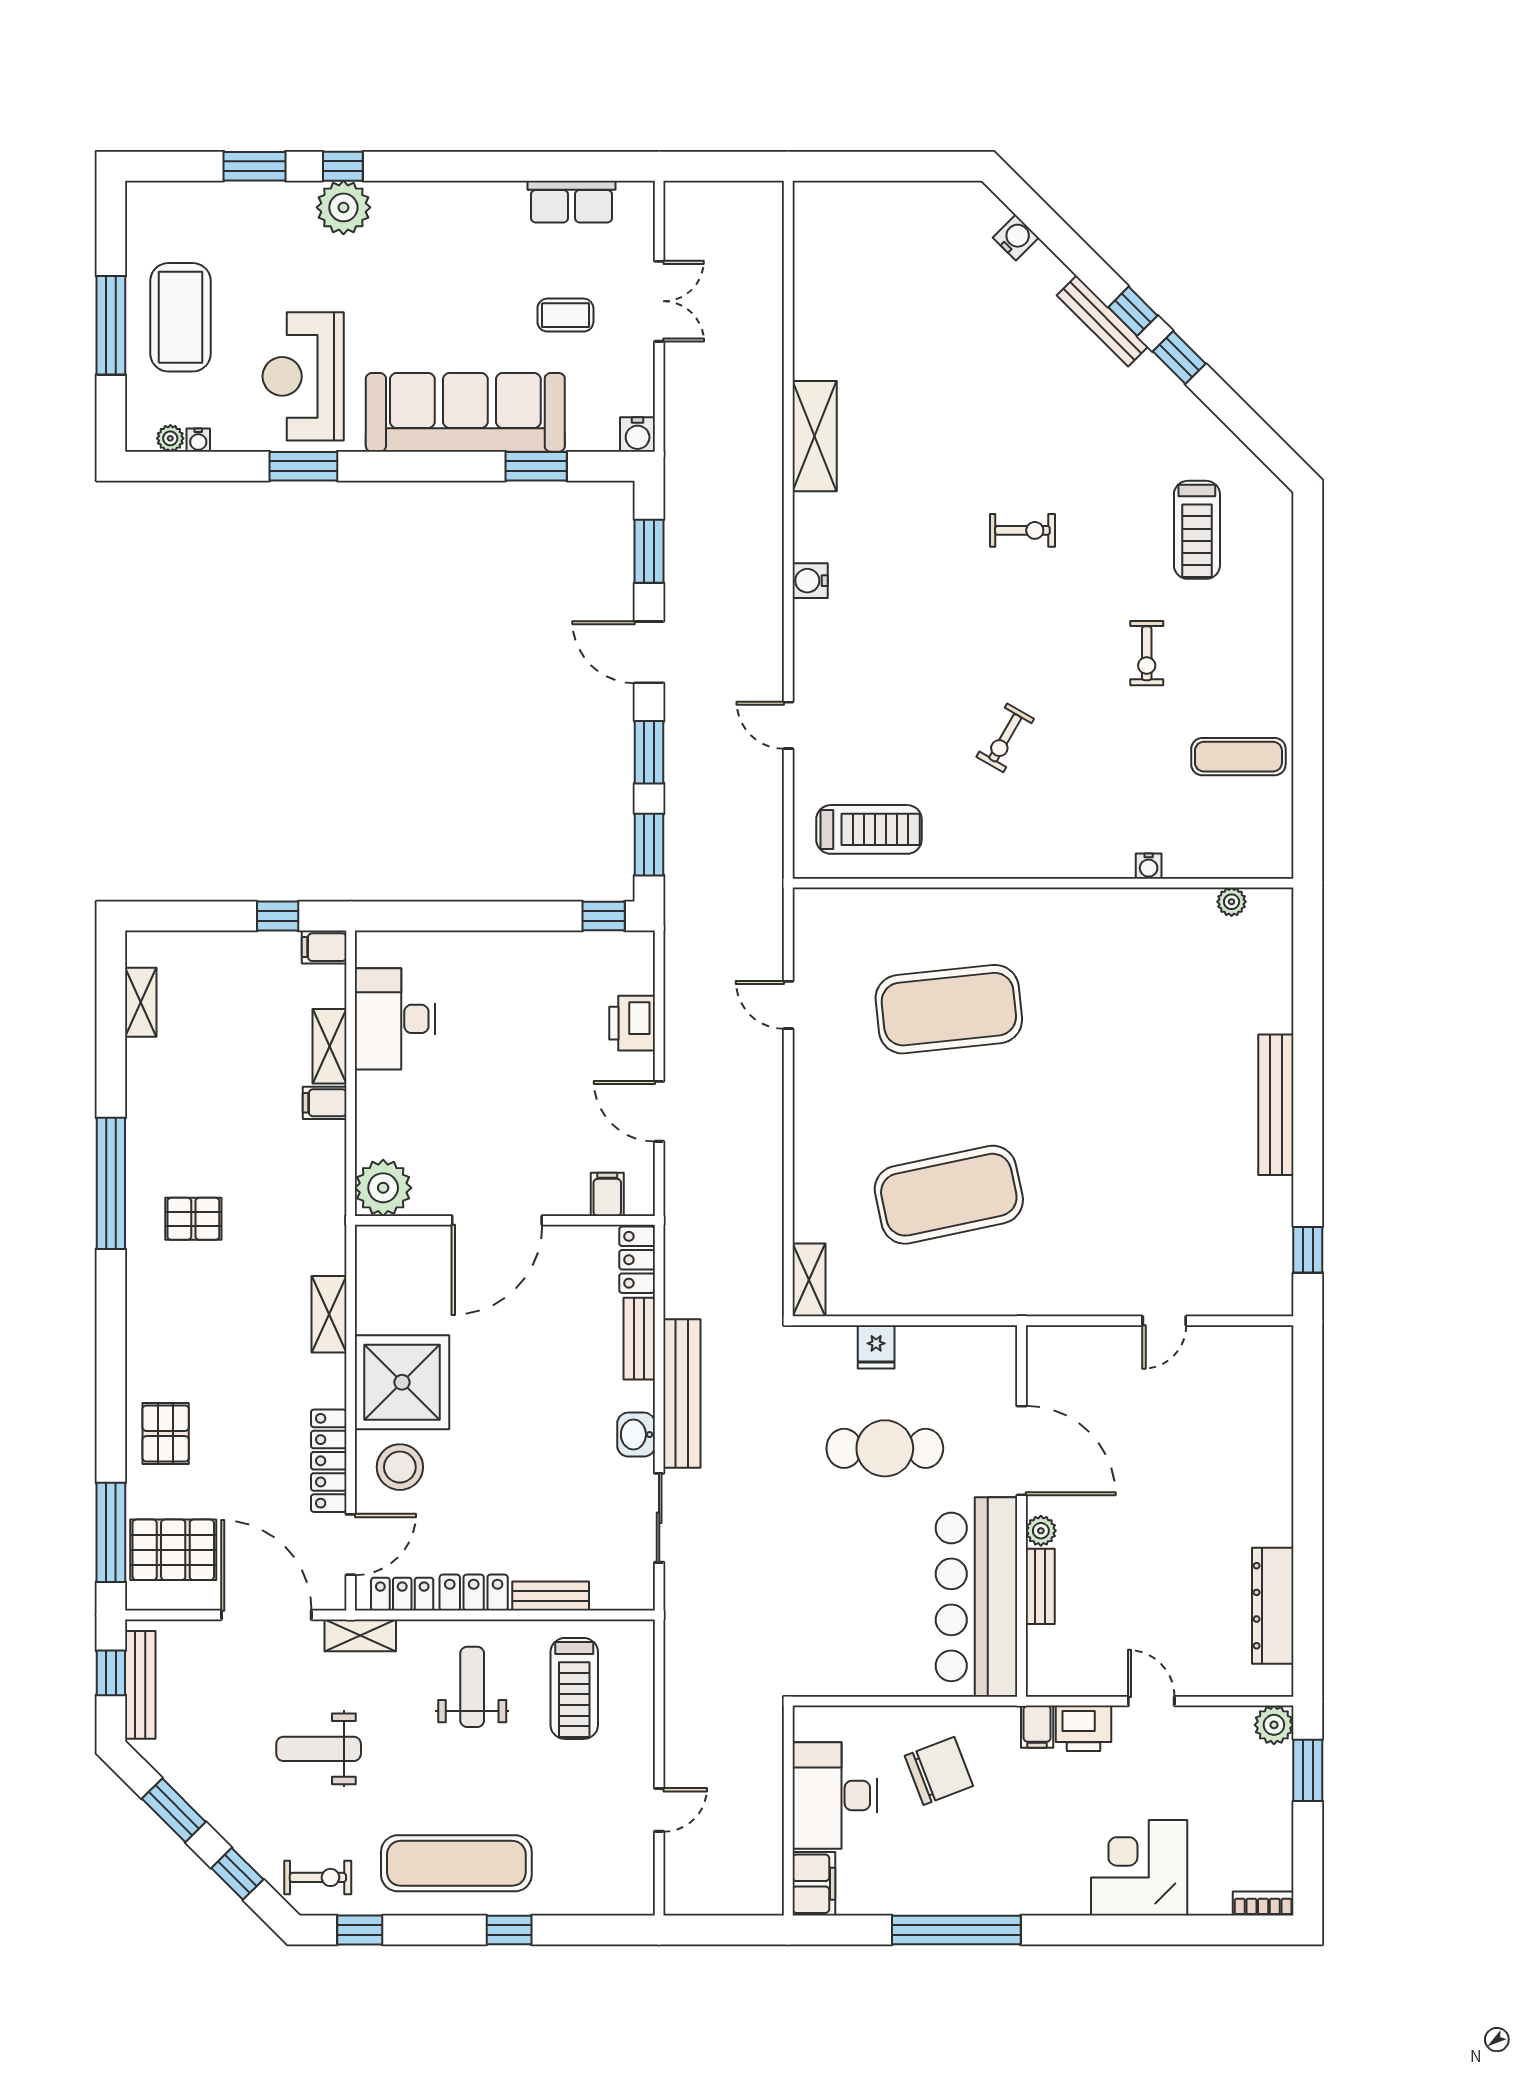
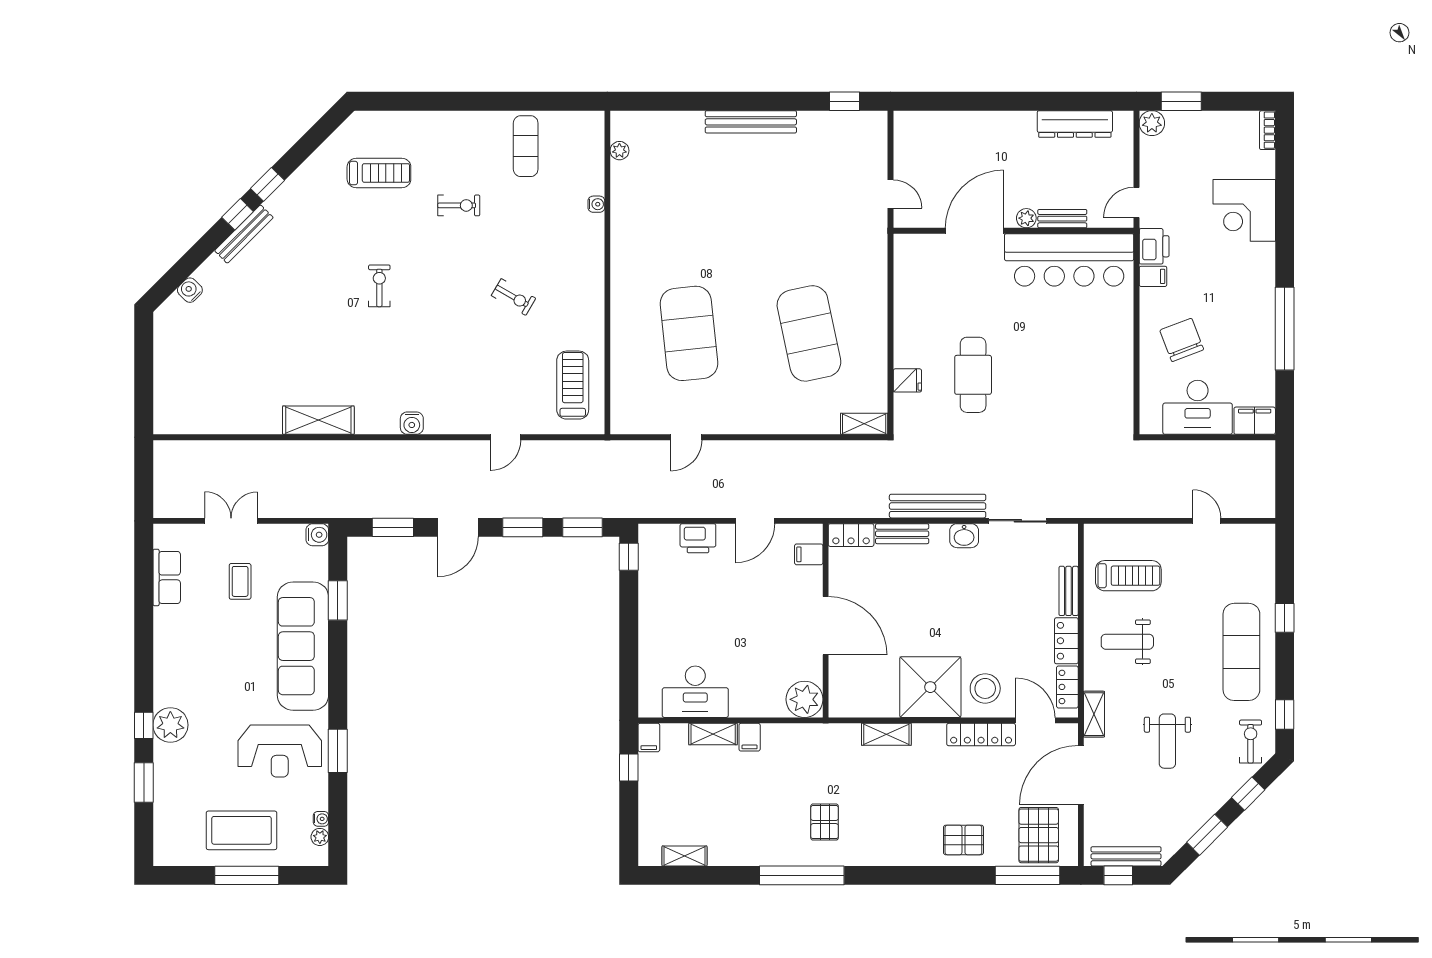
door: (1021, 1451) -> (974, 231), moved
wall: (1021, 1511) -> (1014, 231), moved
plant: (1041, 1531) -> (1026, 218), moved
bench: (1040, 1586) -> (1062, 219), moved
bar counter: (976, 1597) -> (1069, 260), moved

